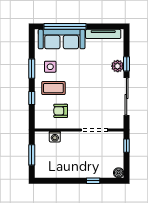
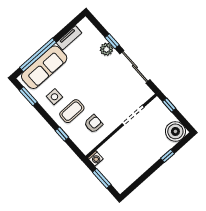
tv unit: (103, 34) -> (69, 38), width x0.71
window: (32, 69) -> (28, 96), moved
armchair: (61, 111) -> (93, 124), turned 180
washing machine: (55, 137) -> (95, 158), moved
boiler: (119, 173) -> (175, 131), width x1.86, depth x1.86

